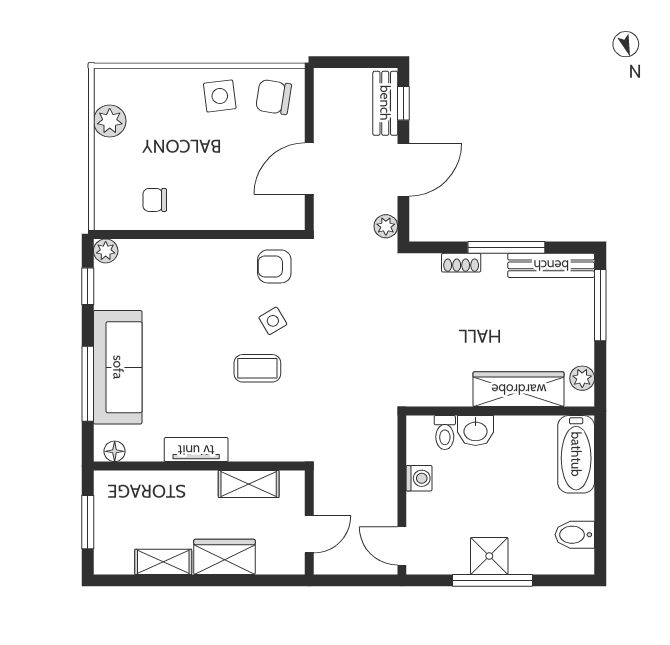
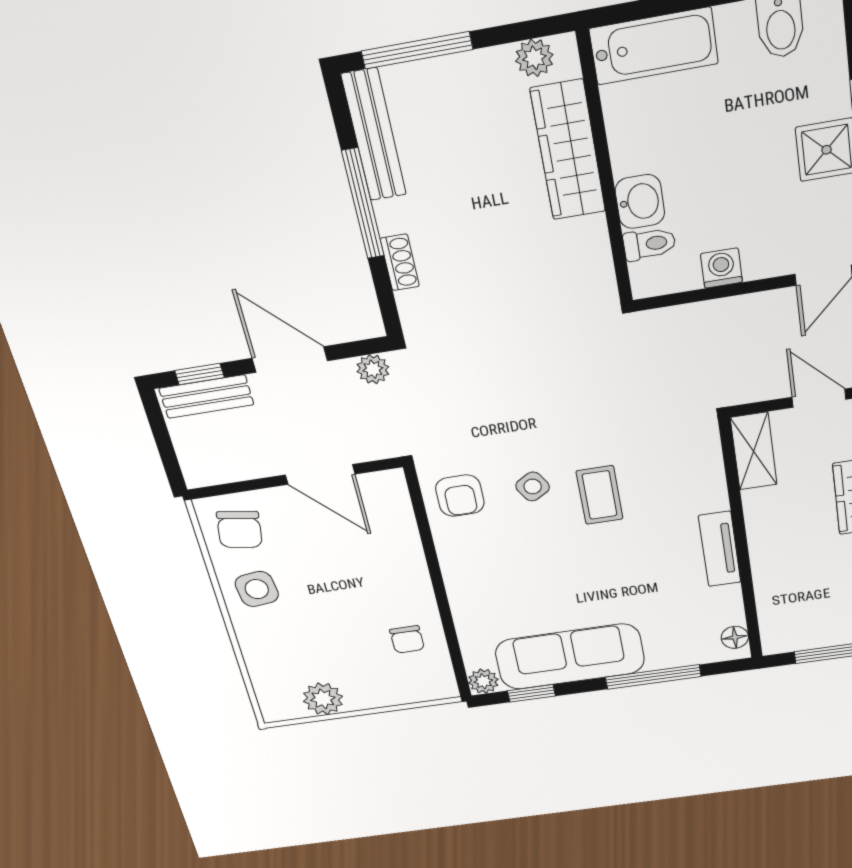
sofa: (118, 367) -> (570, 657), moved
shelving: (249, 484) -> (754, 451), moved

